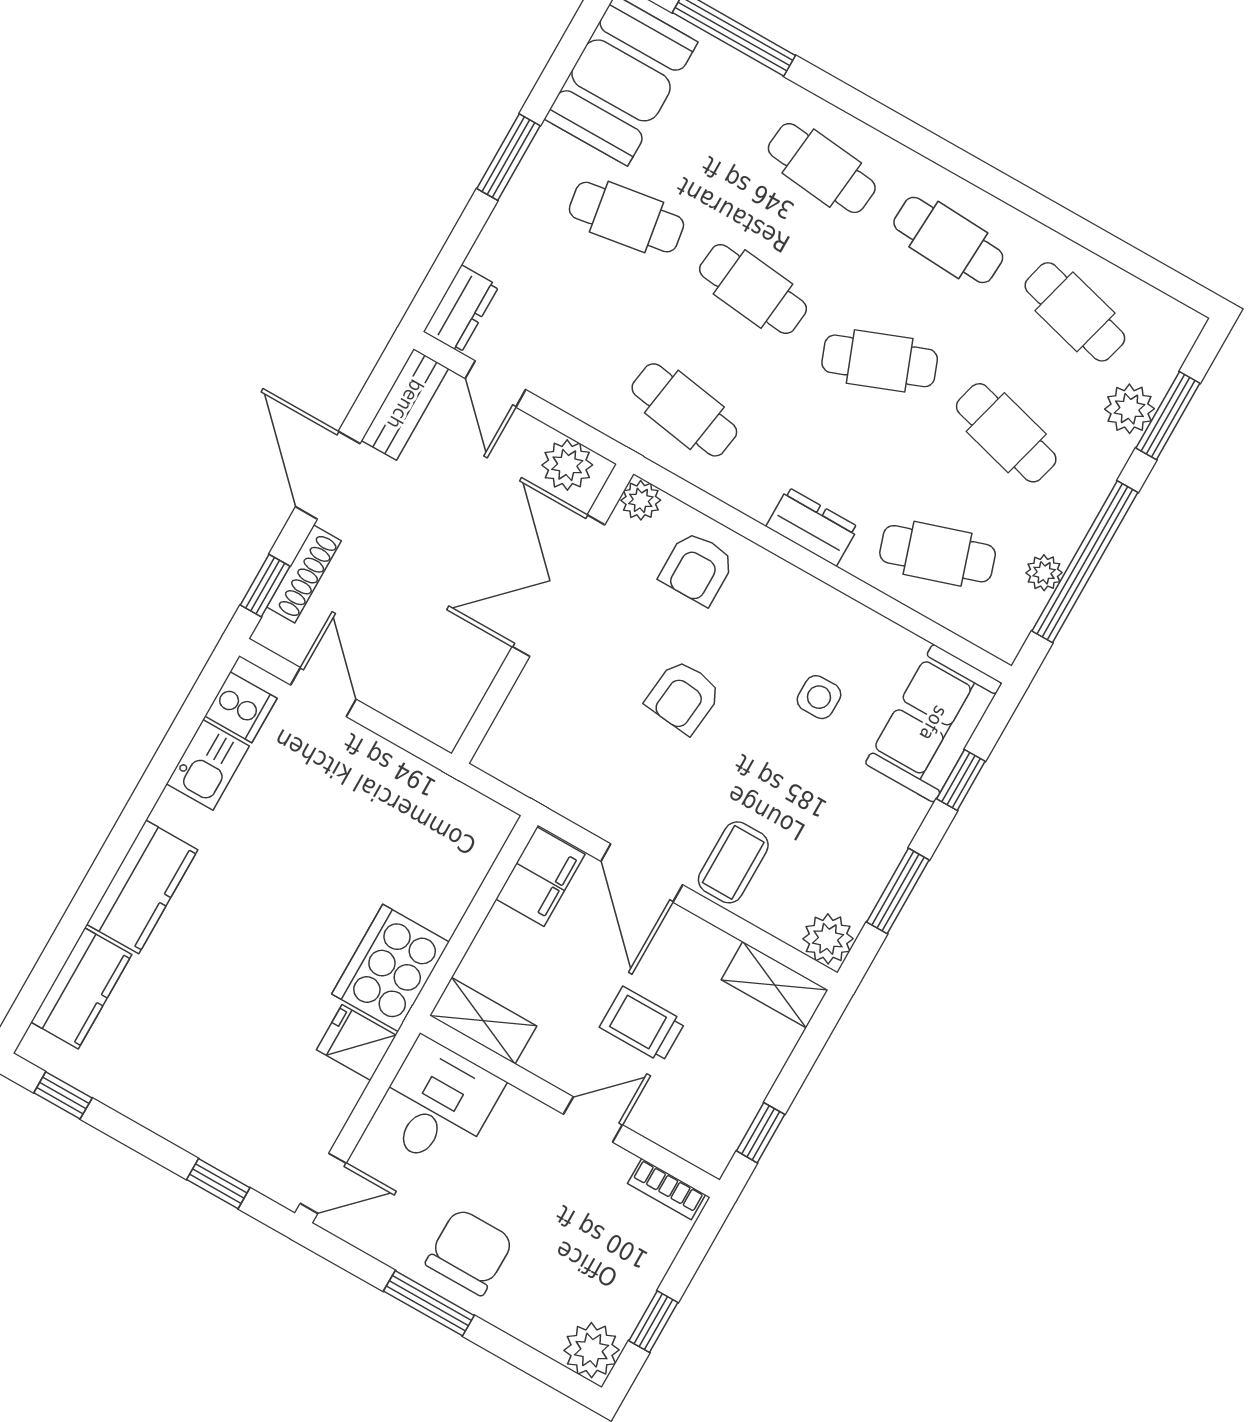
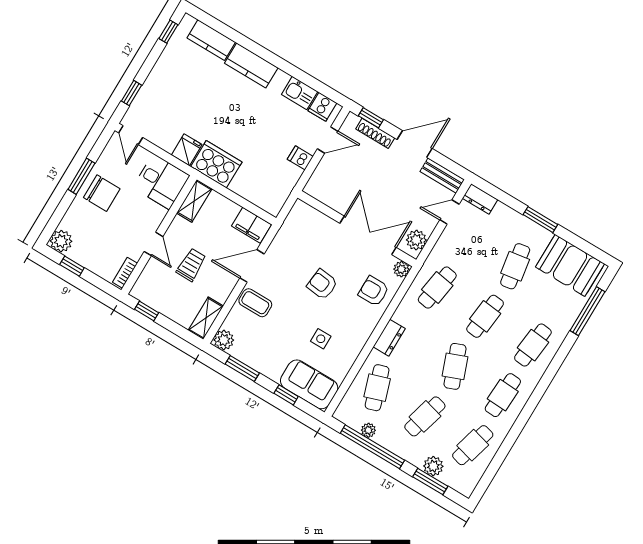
dishwasher: (370, 759) -> (300, 158), added

